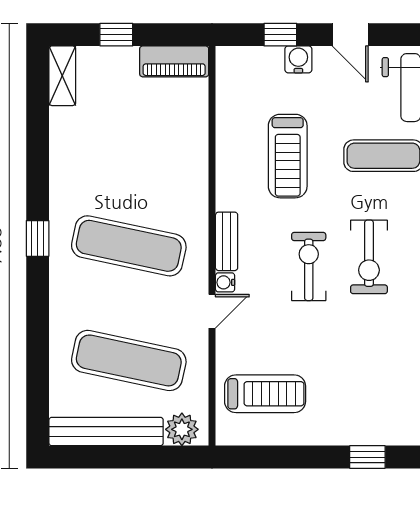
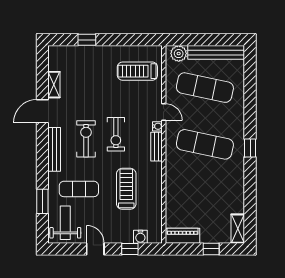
water cooler: (298, 59) -> (140, 237), moved
door: (212, 311) -> (164, 112), swing flipped

